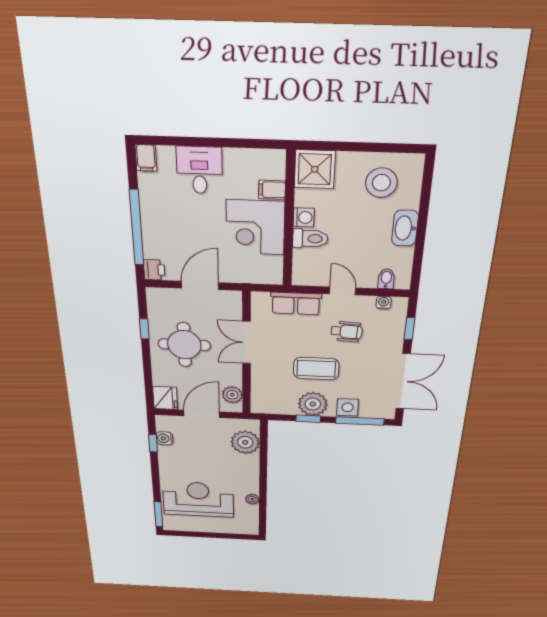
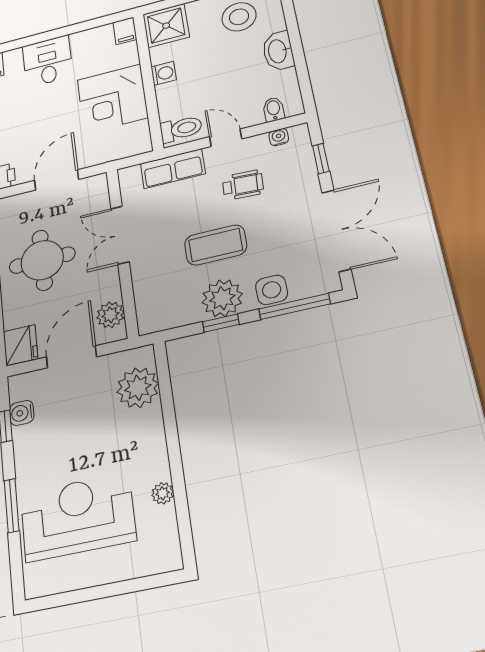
filing cabinet: (272, 190) -> (125, 31), moved, turned -90
toilet: (310, 239) -> (181, 129), moved
window: (158, 514) -> (12, 506), moved

